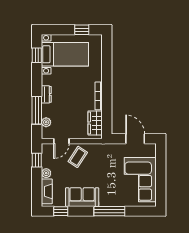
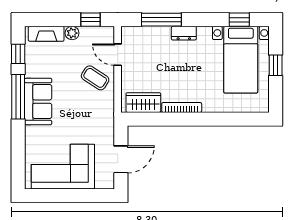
window: (82, 30) -> (276, 65), moved
plant: (46, 122) -> (144, 33), removed
sofa: (82, 197) -> (38, 102), moved
window: (109, 211) -> (18, 97), moved

